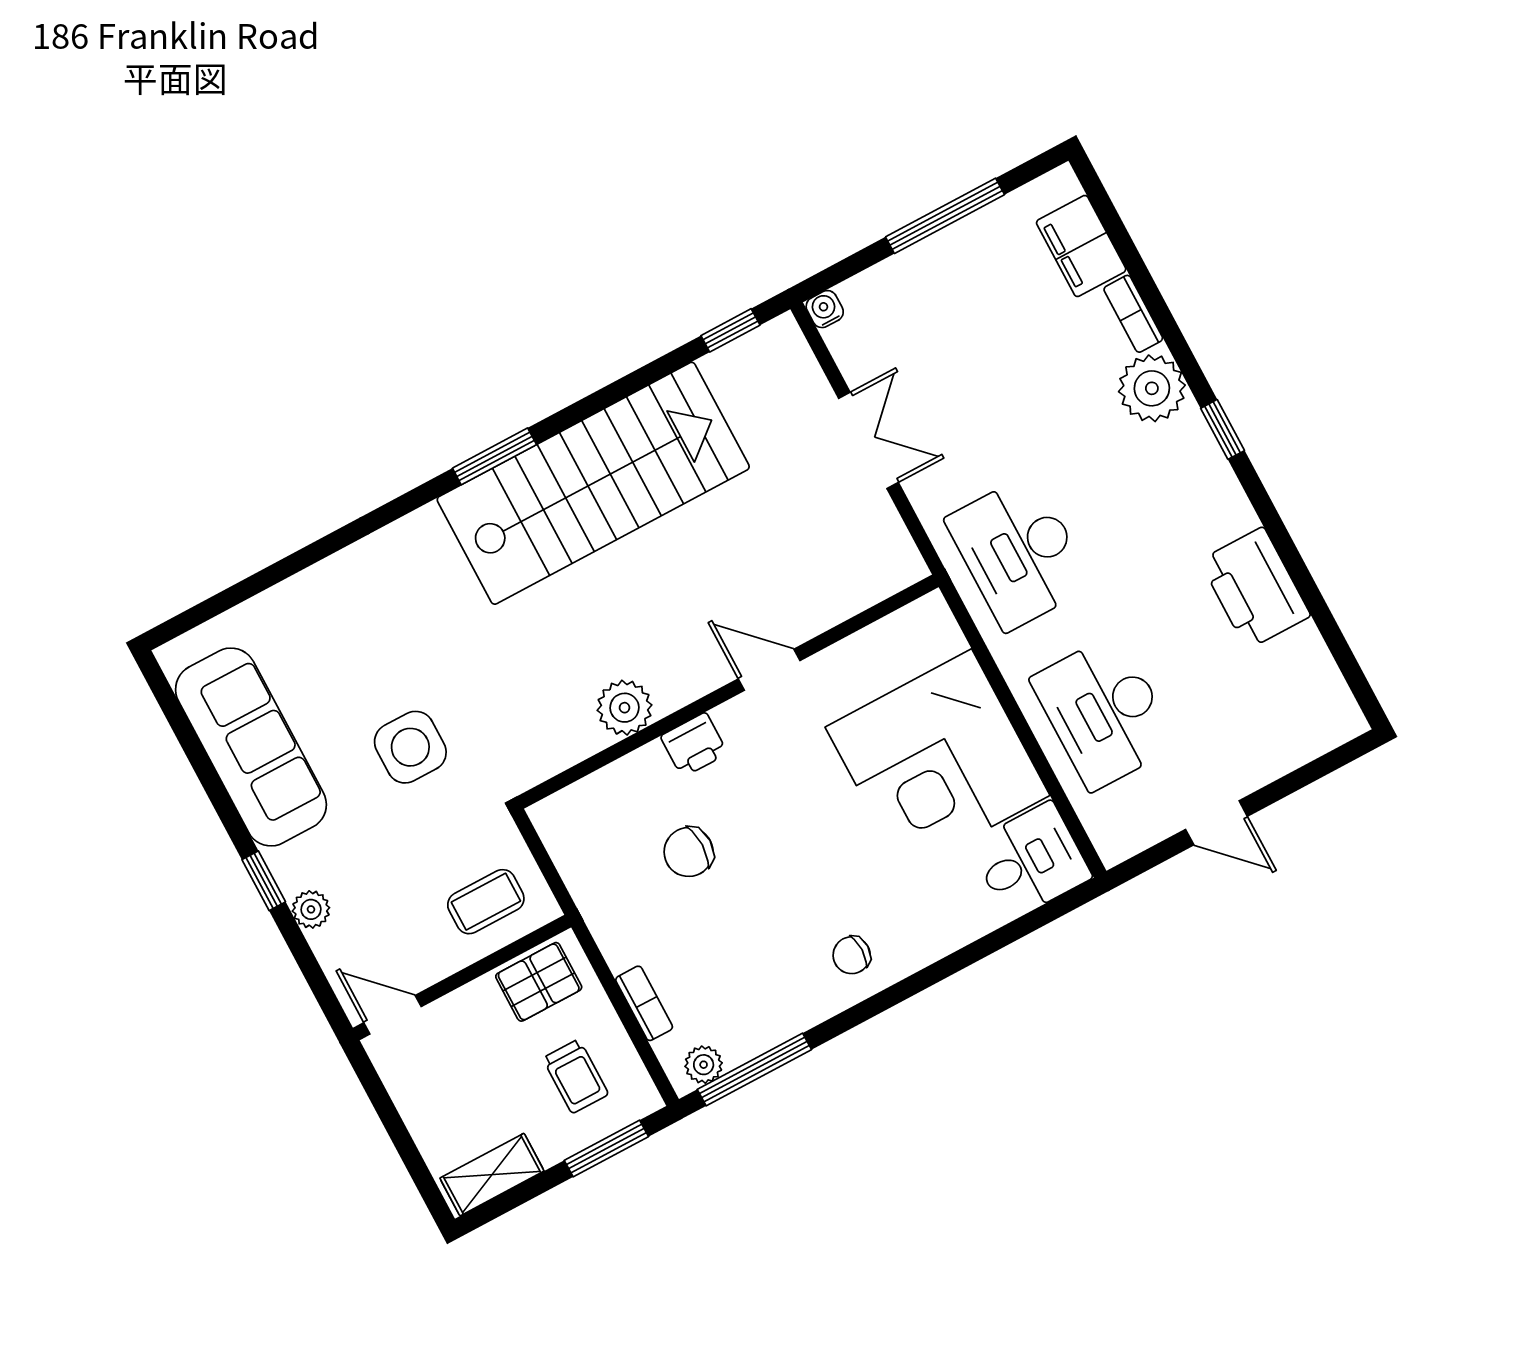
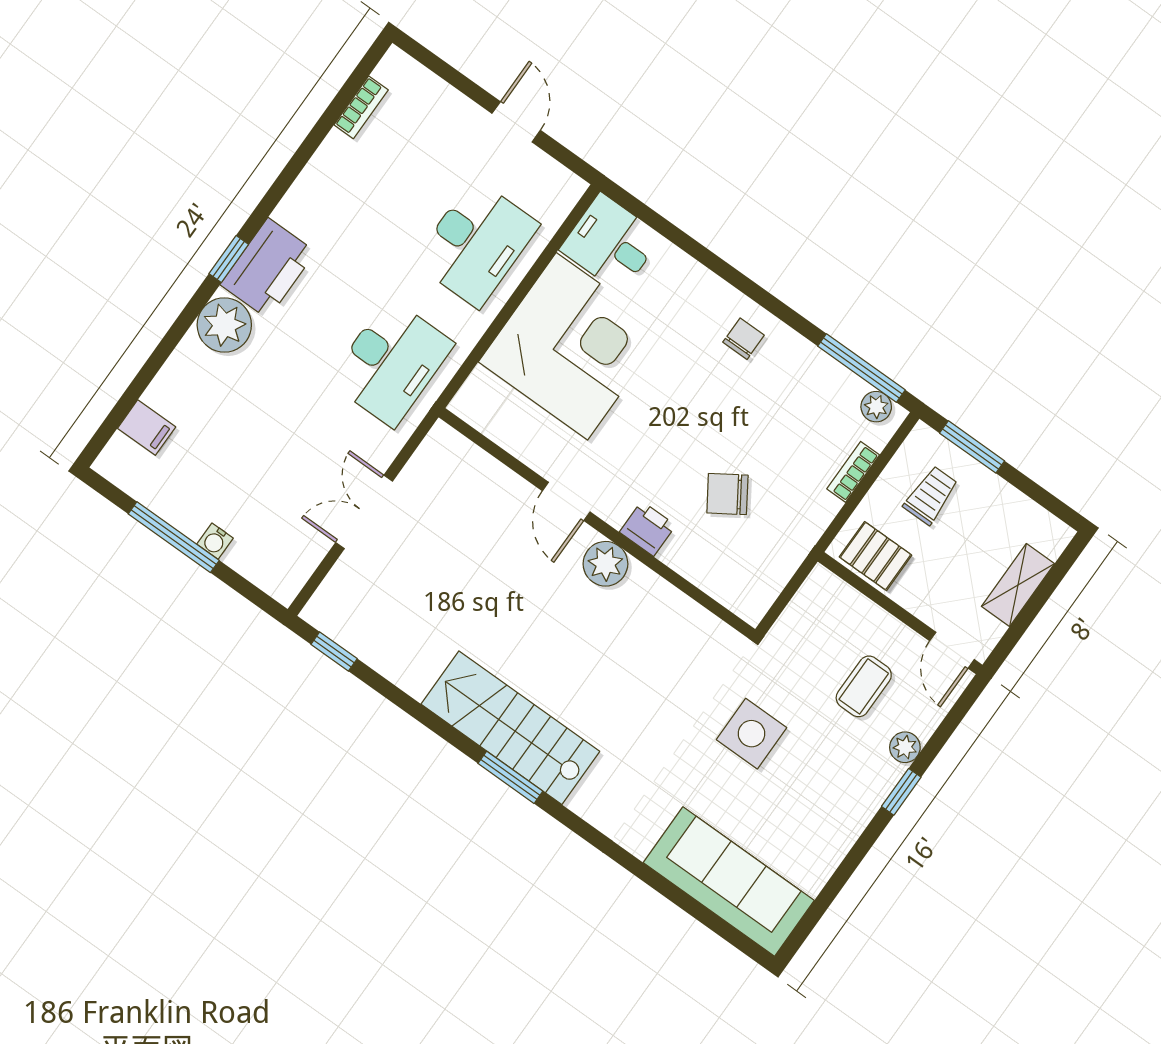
filing cabinet: (1081, 246) -> (147, 428), width x0.50
water cooler: (825, 309) -> (215, 541), moved
bookcase: (1133, 314) -> (361, 107), moved
stairs: (593, 483) -> (510, 728), width x0.73, depth x0.66
printer: (1255, 588) -> (268, 268), moved
plant: (625, 708) -> (605, 564), moved
sofa: (251, 747) -> (729, 882), moved, turned 90
chair: (689, 852) -> (727, 494), turned 147
coffee table: (486, 902) -> (864, 686), moved, turned 90
chair: (852, 955) -> (744, 339), turned -90
shelving: (492, 1175) -> (1018, 585), moved, turned 90

